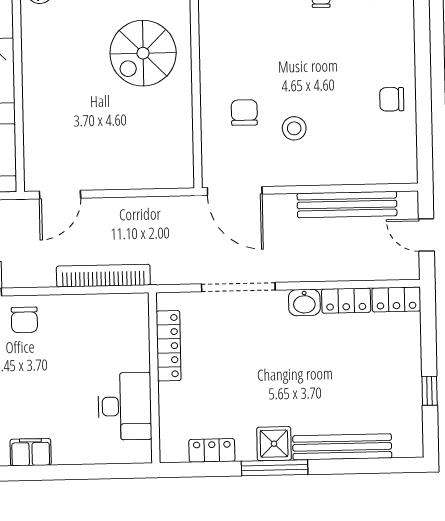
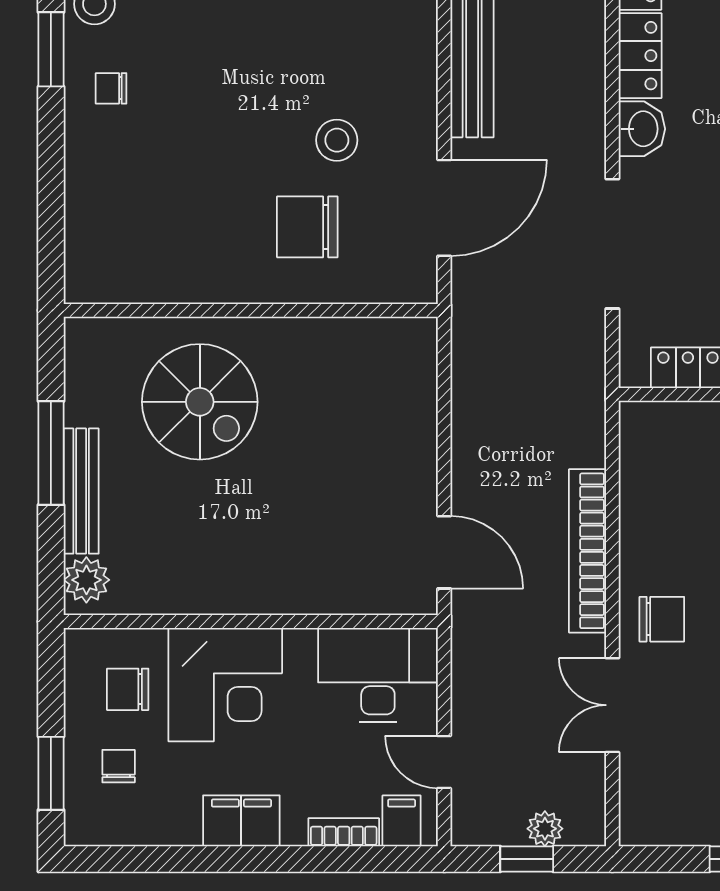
chair: (244, 113) -> (307, 227), width x1.37, depth x1.37
door: (235, 191) -> (444, 208), moved
bookcase: (103, 276) -> (588, 551), moved

